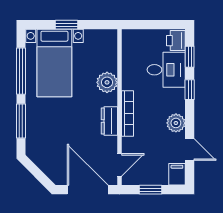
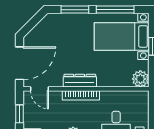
plant: (107, 82) -> (140, 79), moved
dresser: (109, 121) -> (80, 81), width x1.44

